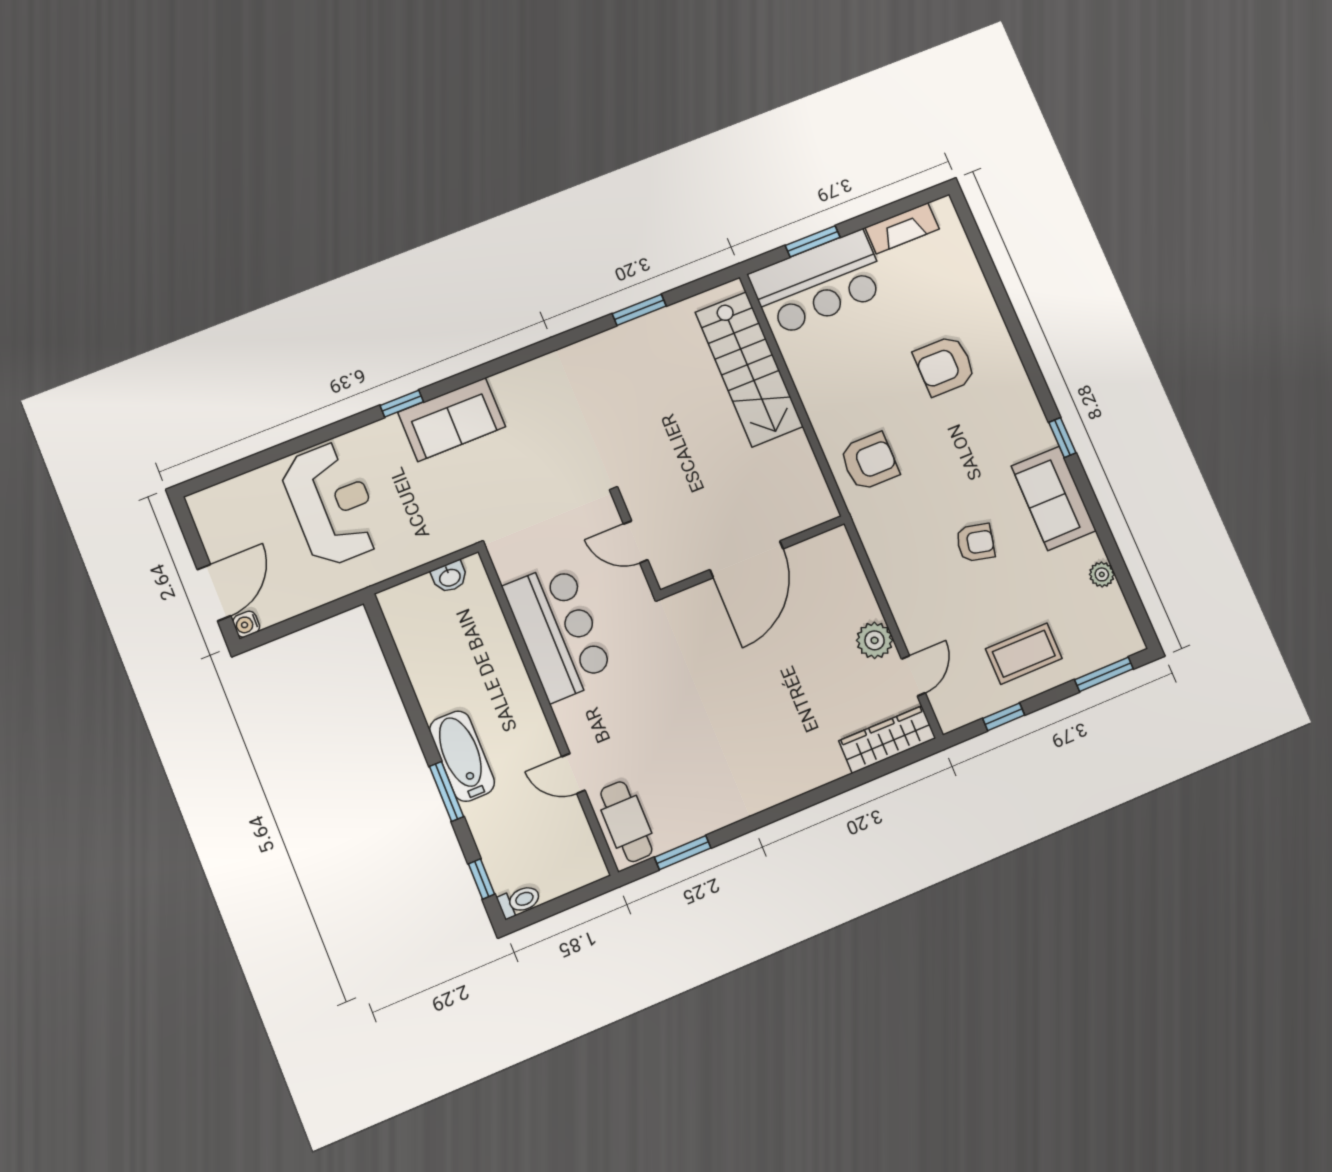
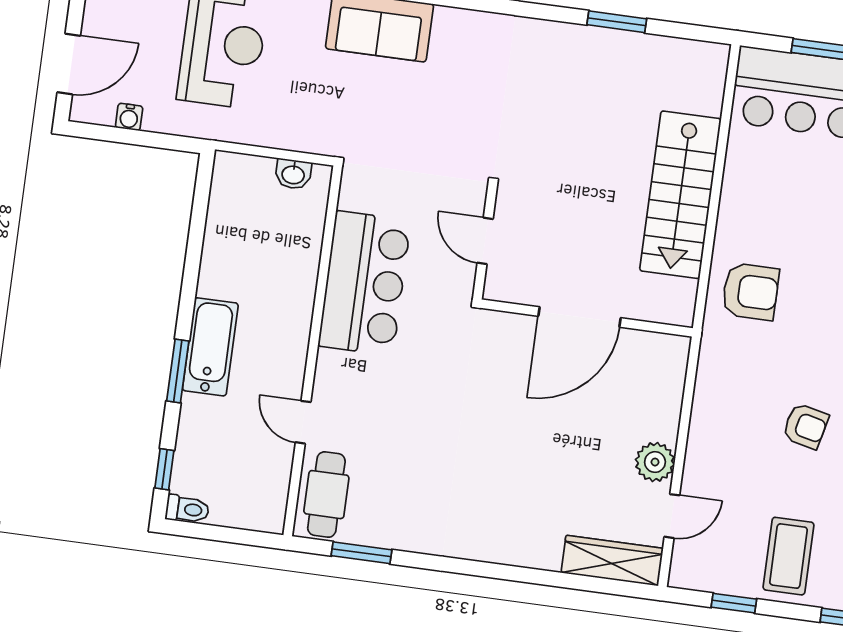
stairs: (749, 369) -> (680, 195), moved
water cooler: (246, 624) -> (129, 117), moved, turned -90
coffee table: (1024, 654) -> (788, 556), turned 90

